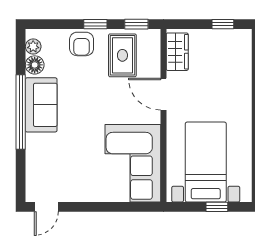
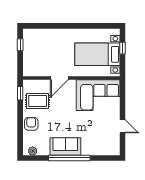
window: (95, 24) -> (20, 116), removed
armchair: (82, 44) -> (31, 124), turned -90
wardrobe: (177, 52) -> (36, 70), removed
floor lamp: (35, 65) -> (43, 150), removed
door: (46, 207) -> (122, 126), moved

